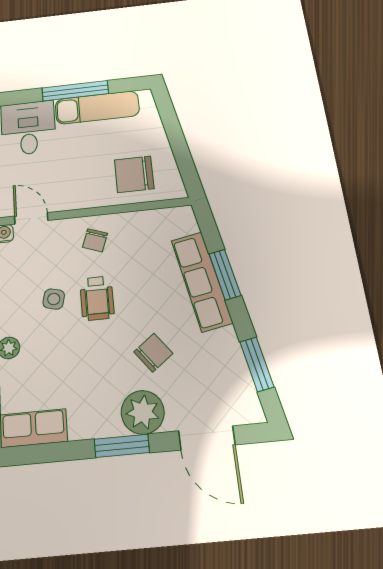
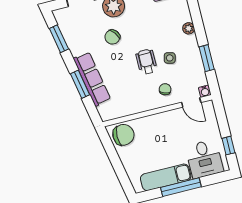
chair: (134, 174) -> (123, 135), moved
chair: (95, 240) -> (165, 89), moved

